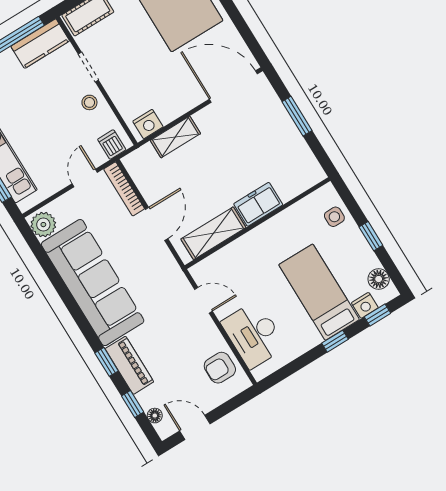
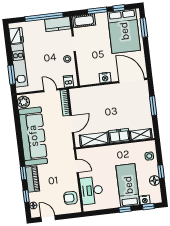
nightstand: (148, 124) -> (105, 78), moved
shelving: (175, 137) -> (141, 135), moved
door: (85, 178) -> (50, 90), hinge flipped
floor lamp: (379, 279) -> (155, 181), moved

